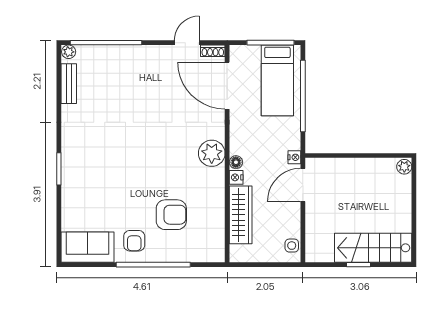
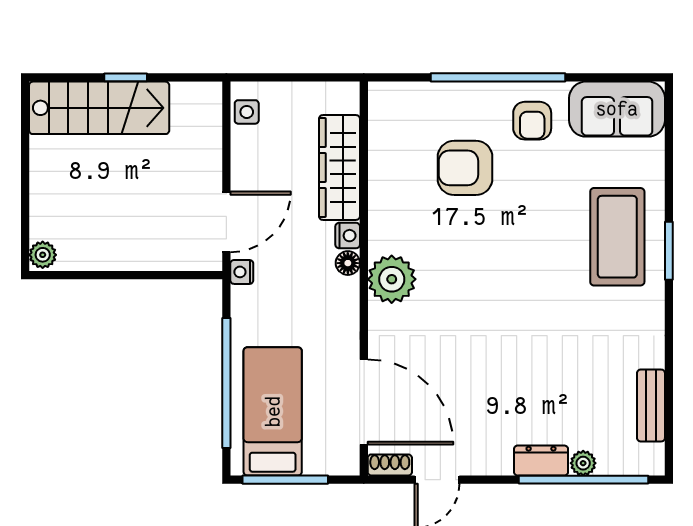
plant: (69, 52) -> (583, 463), moved
dresser: (129, 53) -> (541, 461), added
coffee table: (87, 177) -> (617, 237), added
armchair: (134, 241) -> (532, 121), turned 180

